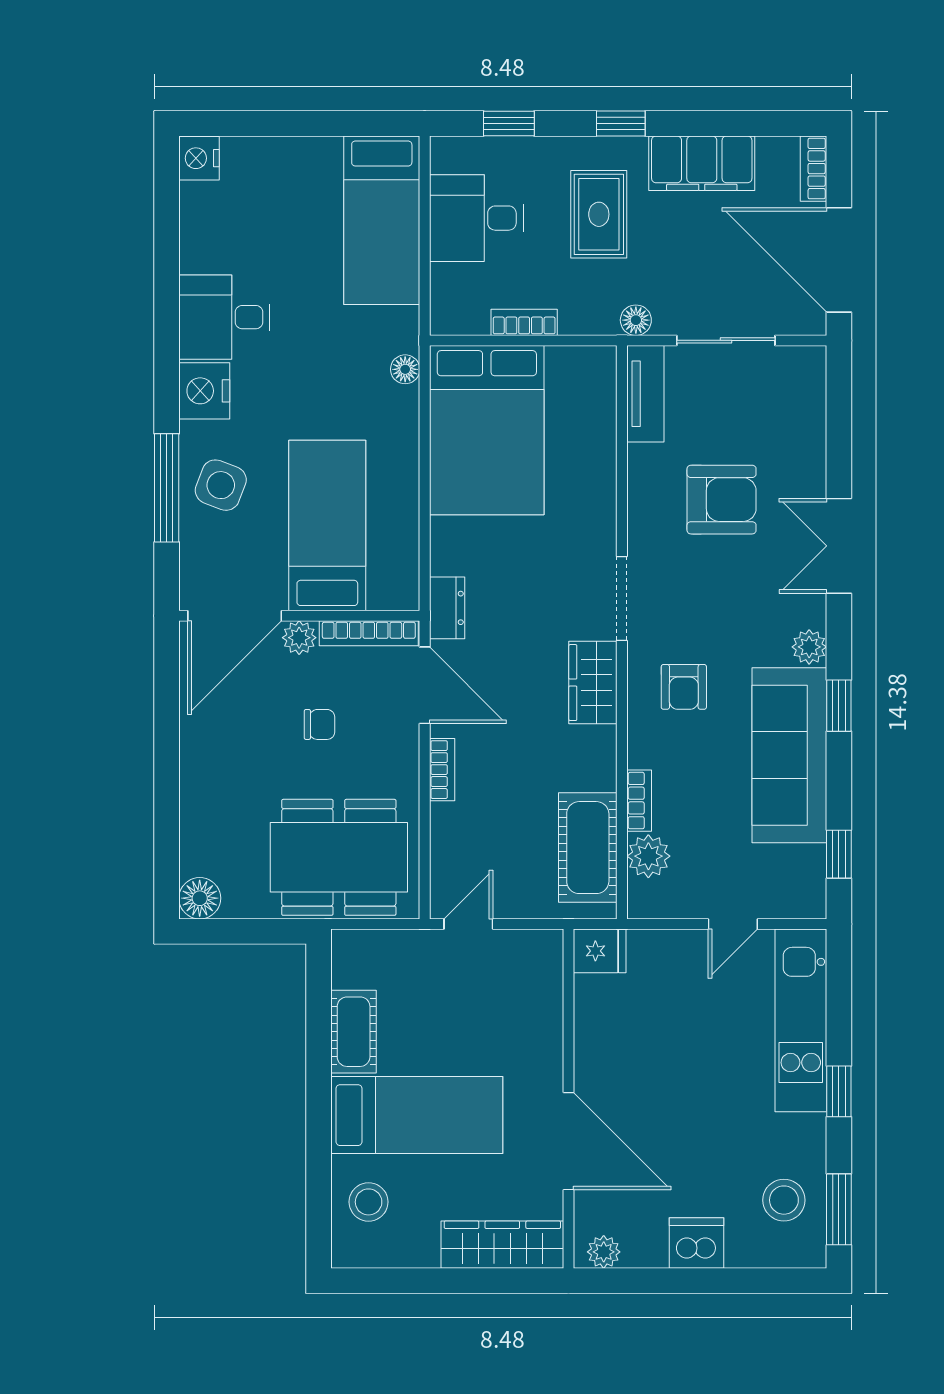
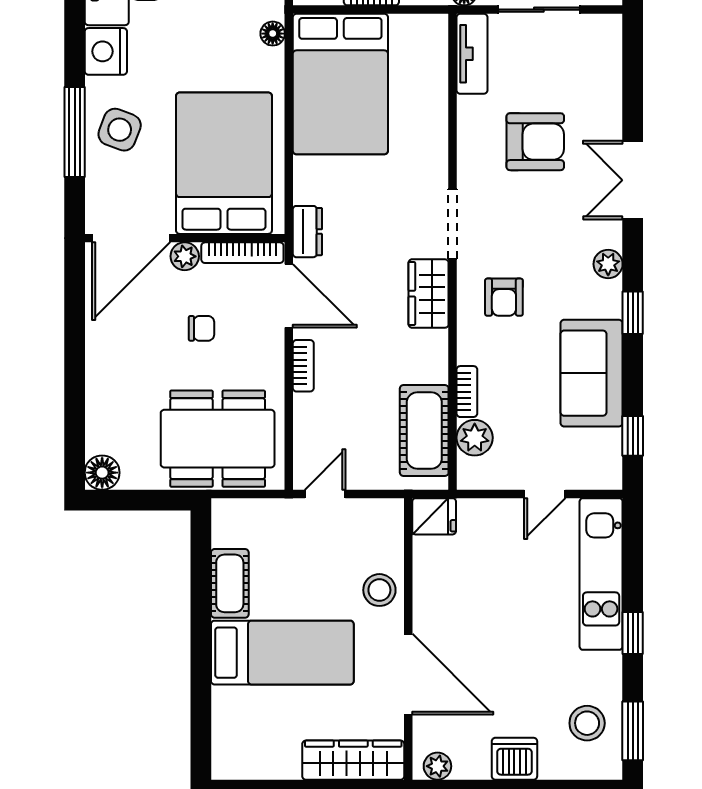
bed: (327, 526) -> (224, 163), width x1.50
sofa: (789, 755) -> (592, 373), width x0.73
stool: (369, 1202) -> (379, 590), moved

